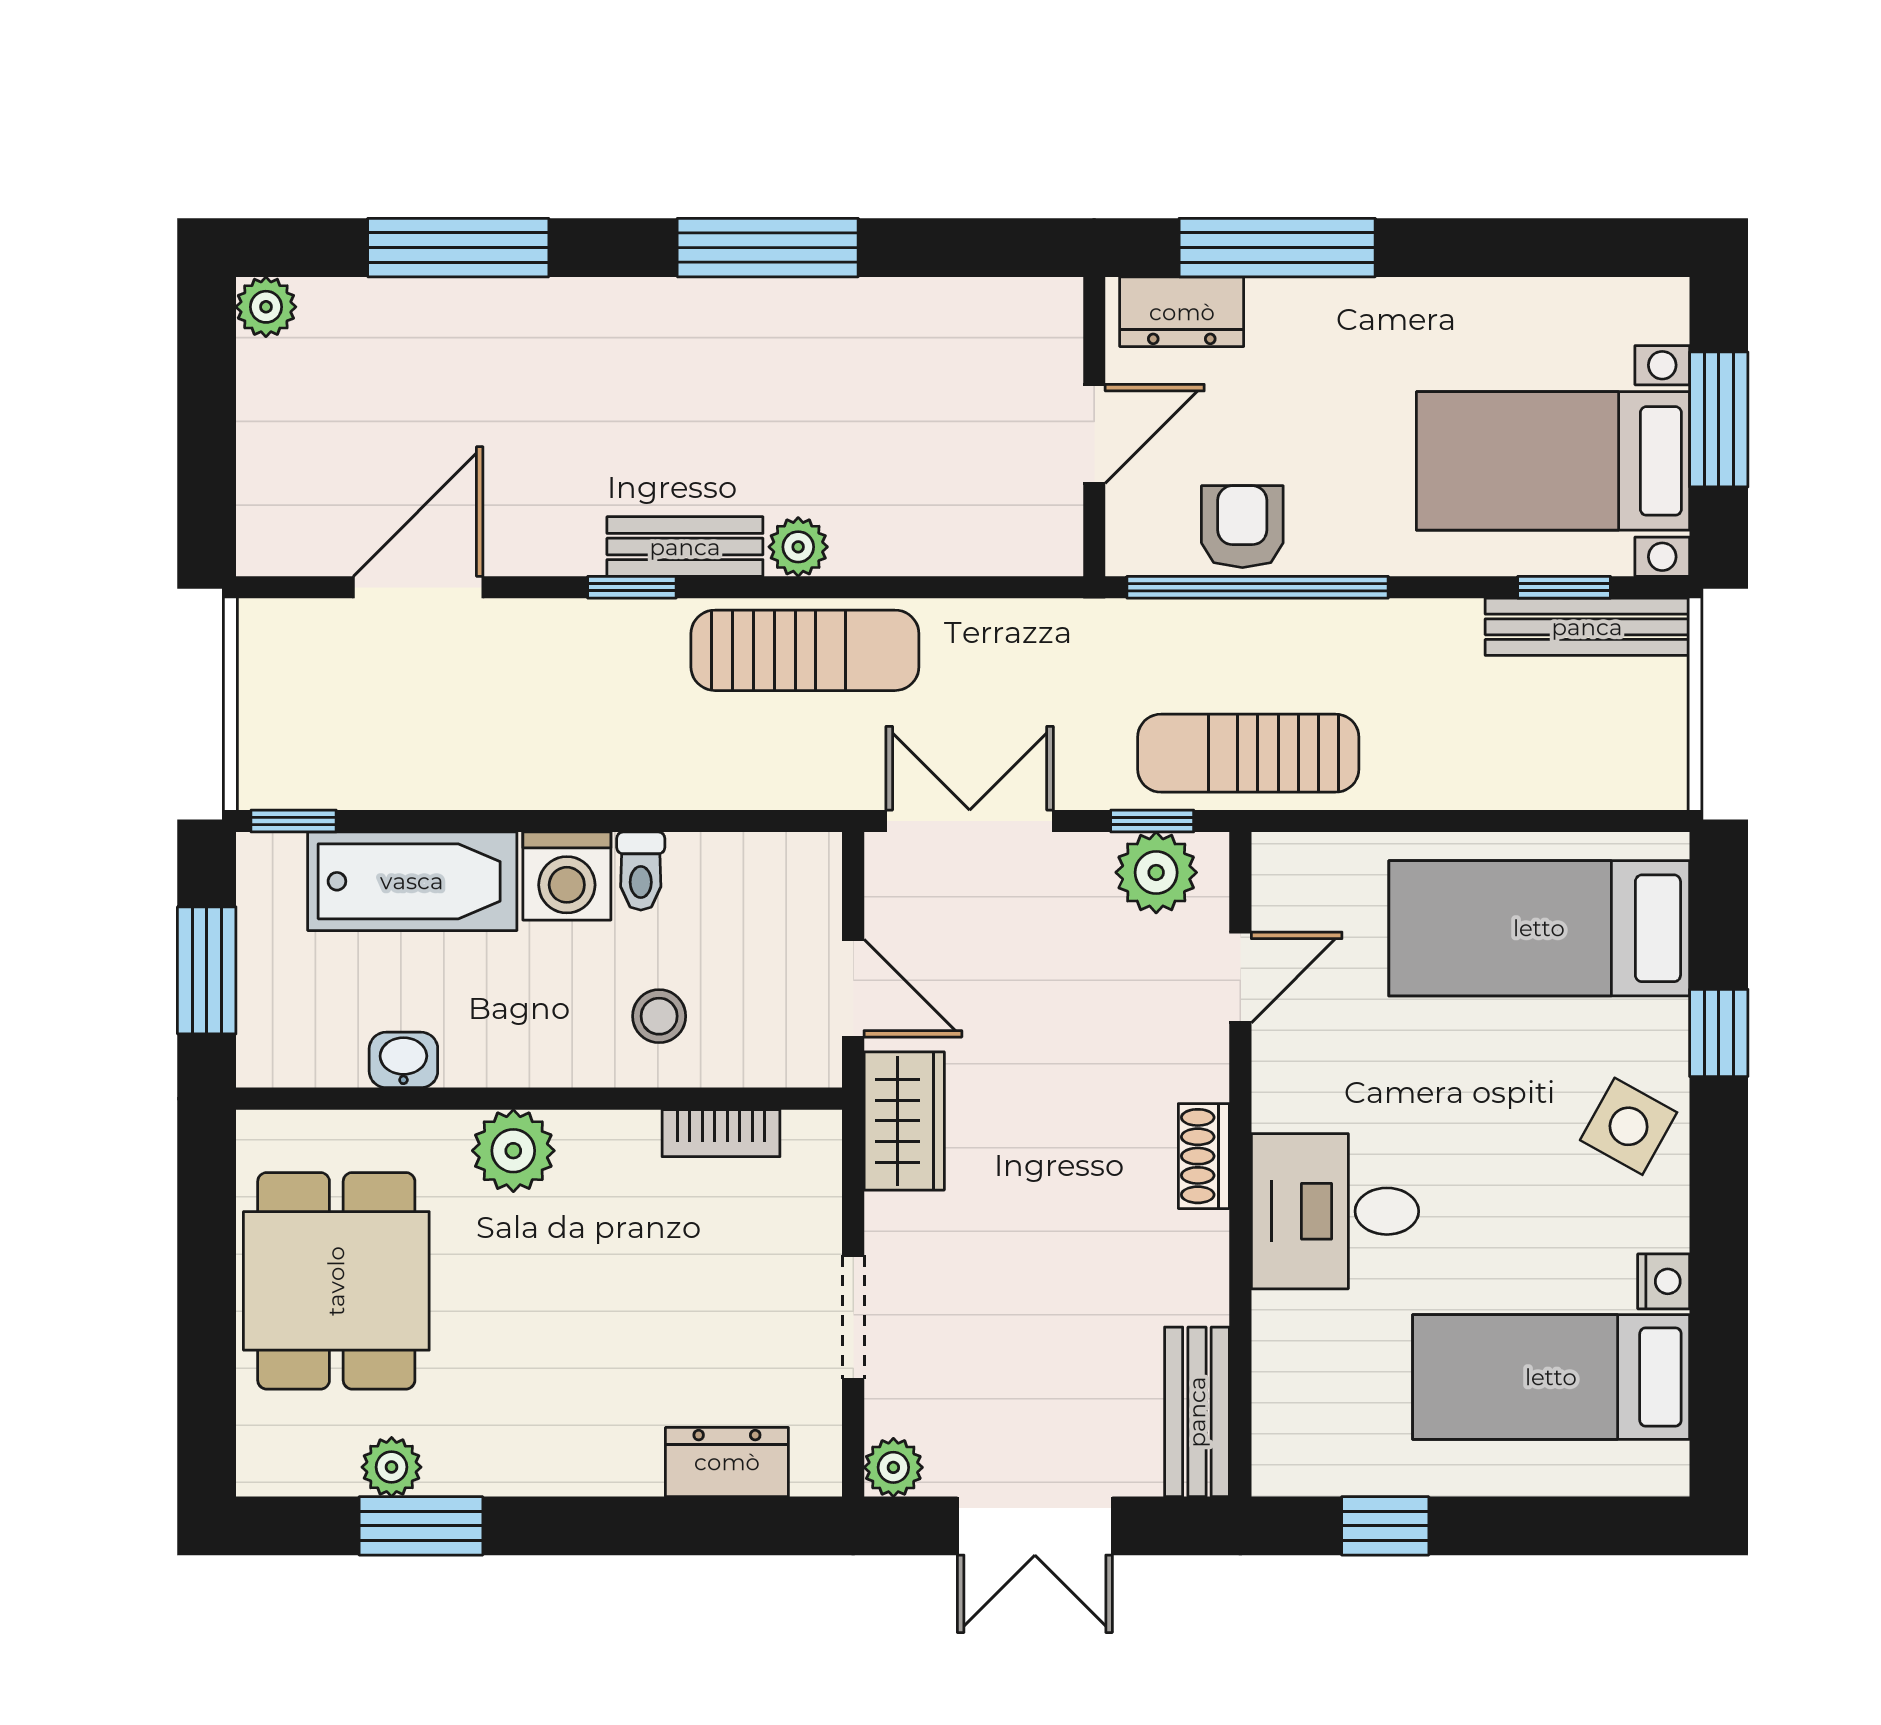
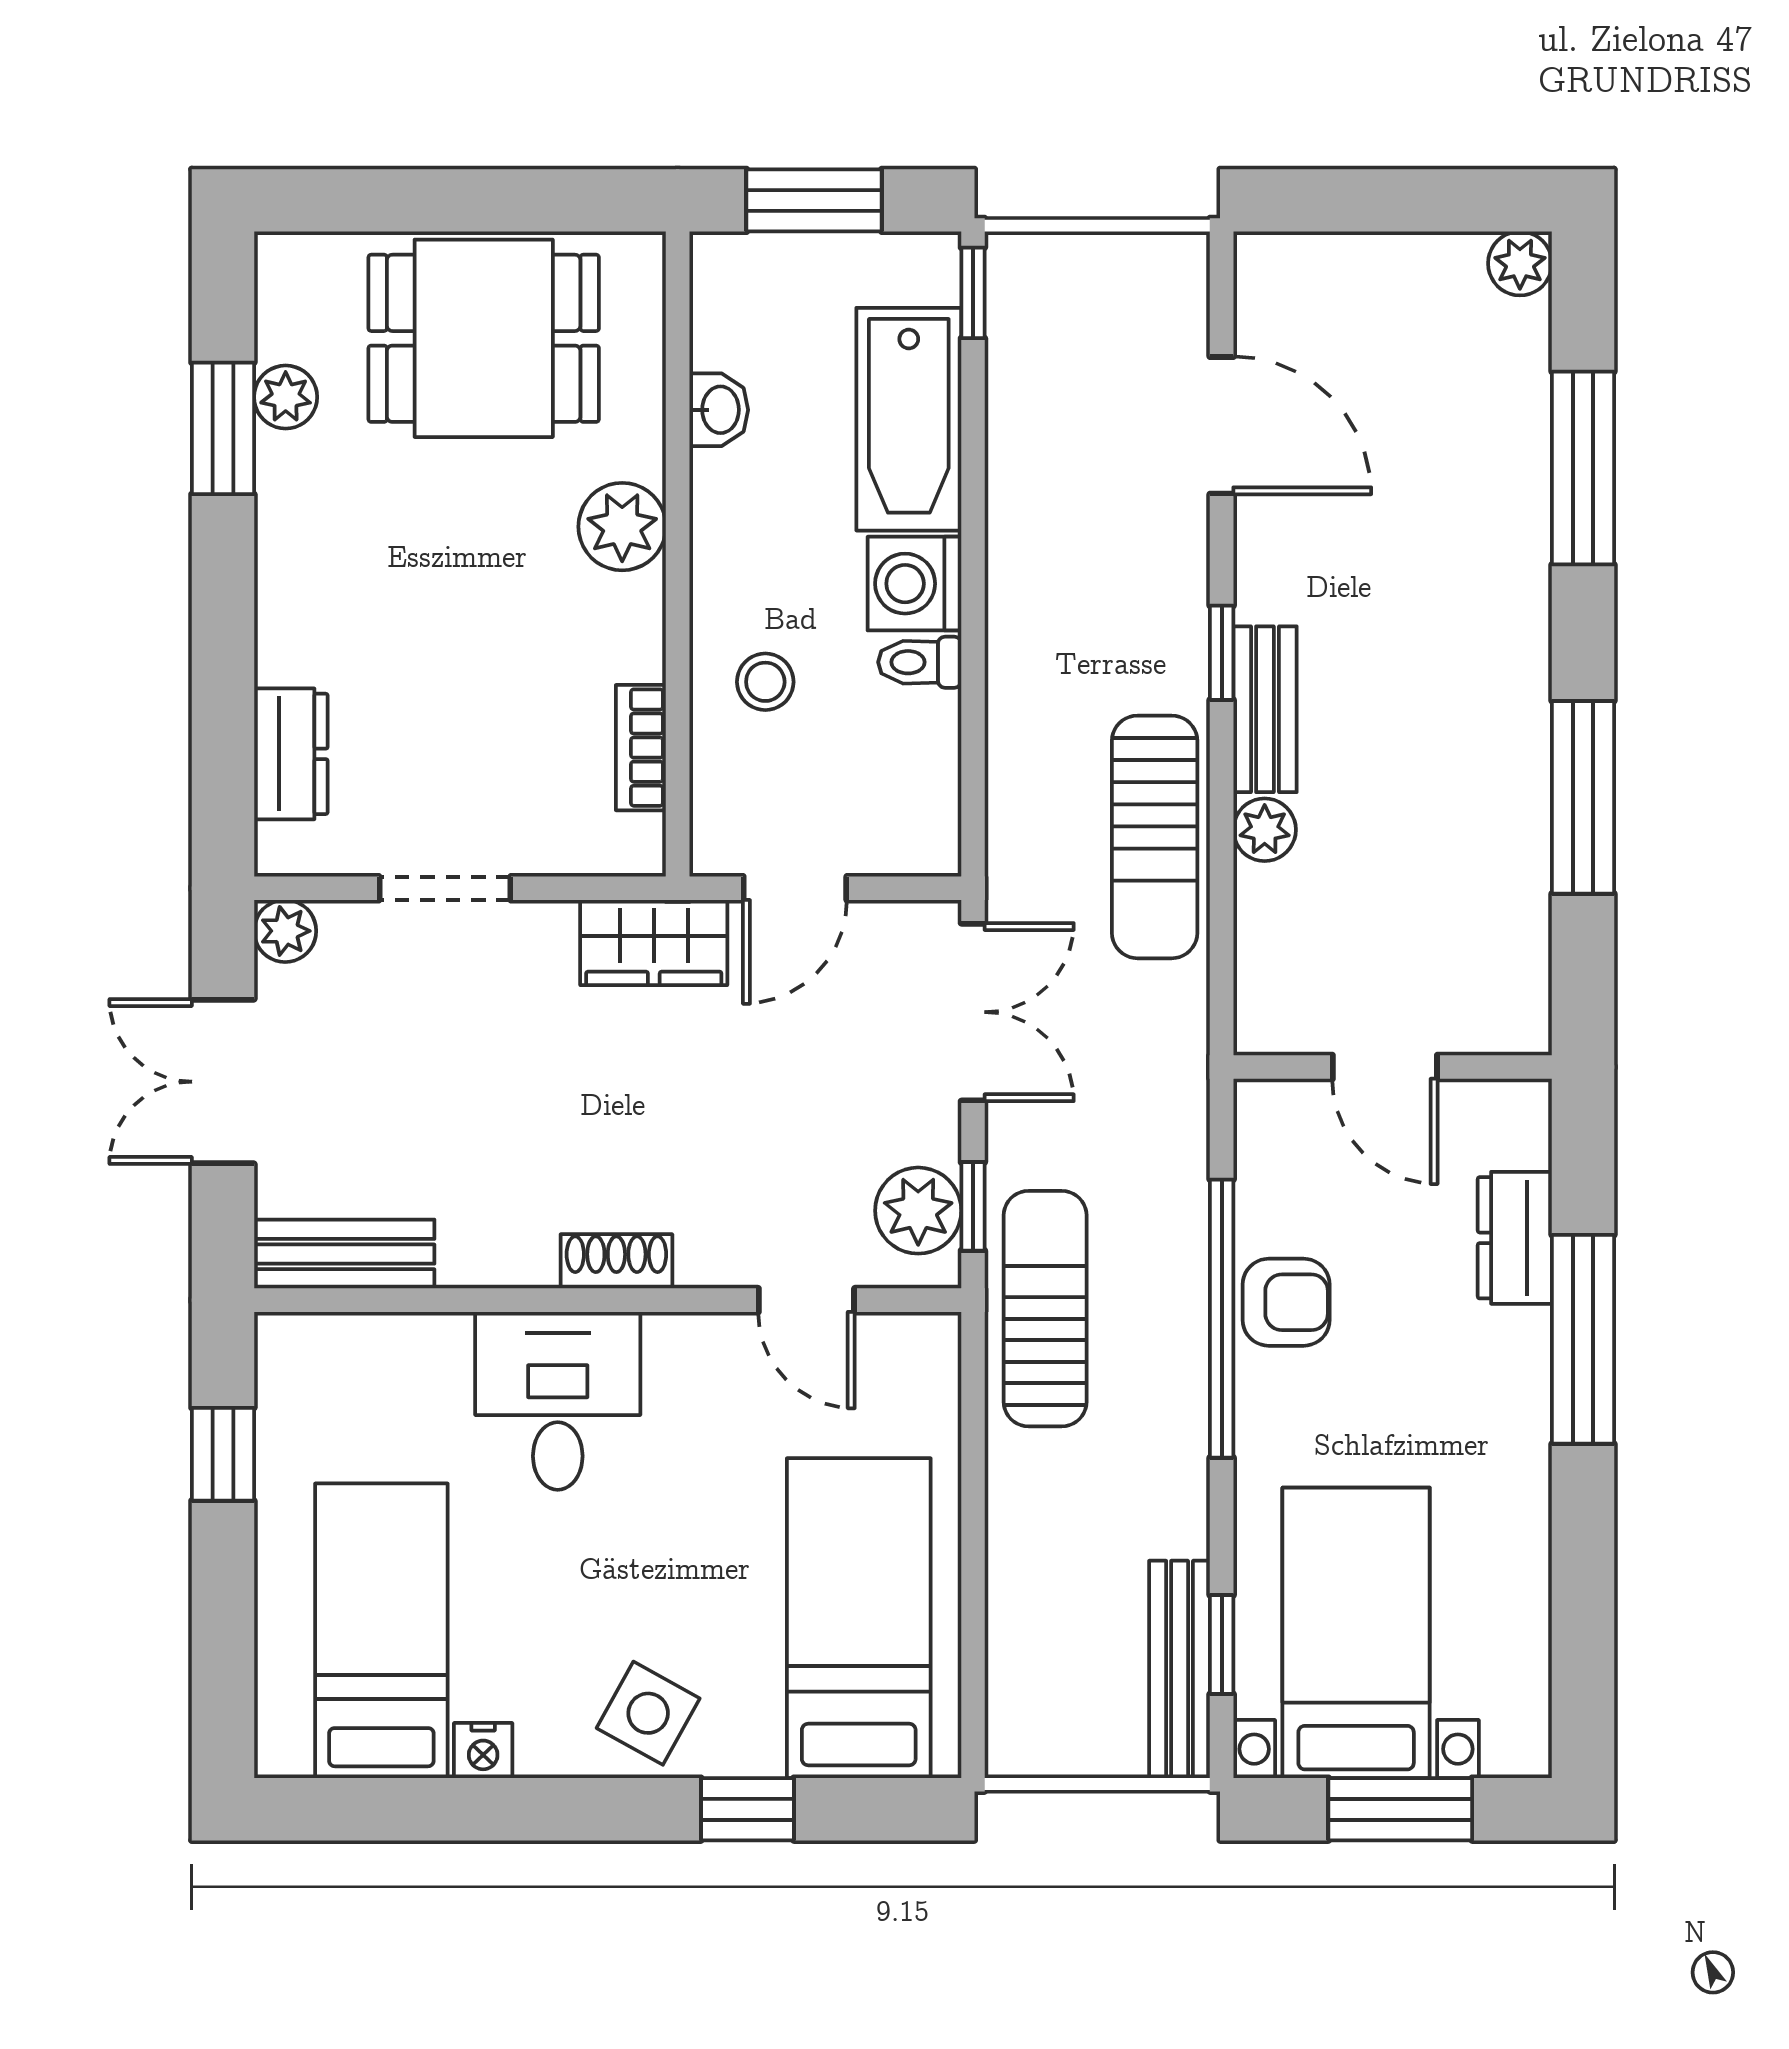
wall: (1094, 427) -> (1393, 1067), moved
door: (1094, 434) -> (1385, 1067), moved

